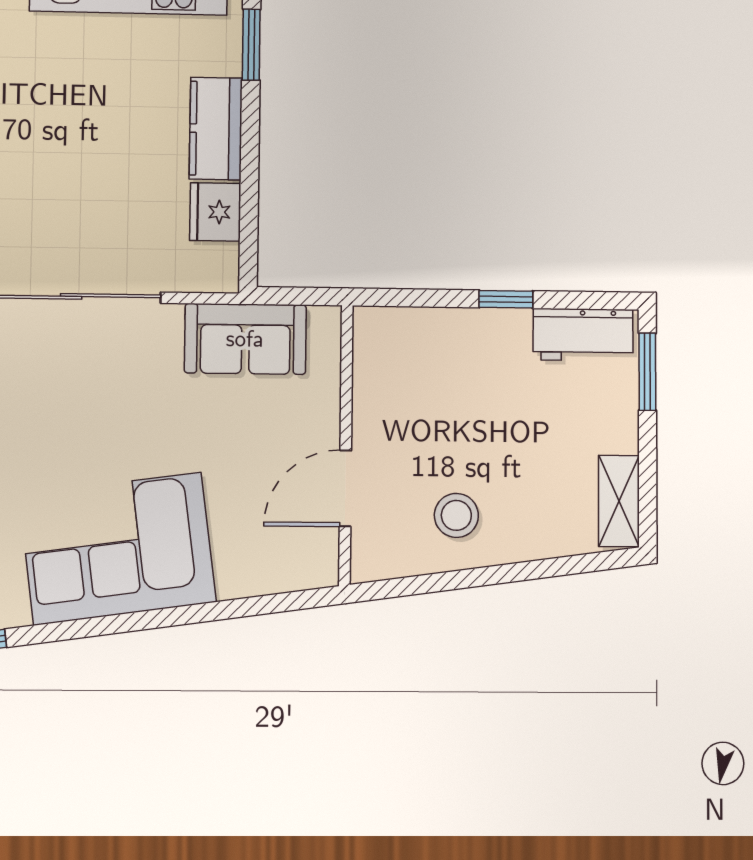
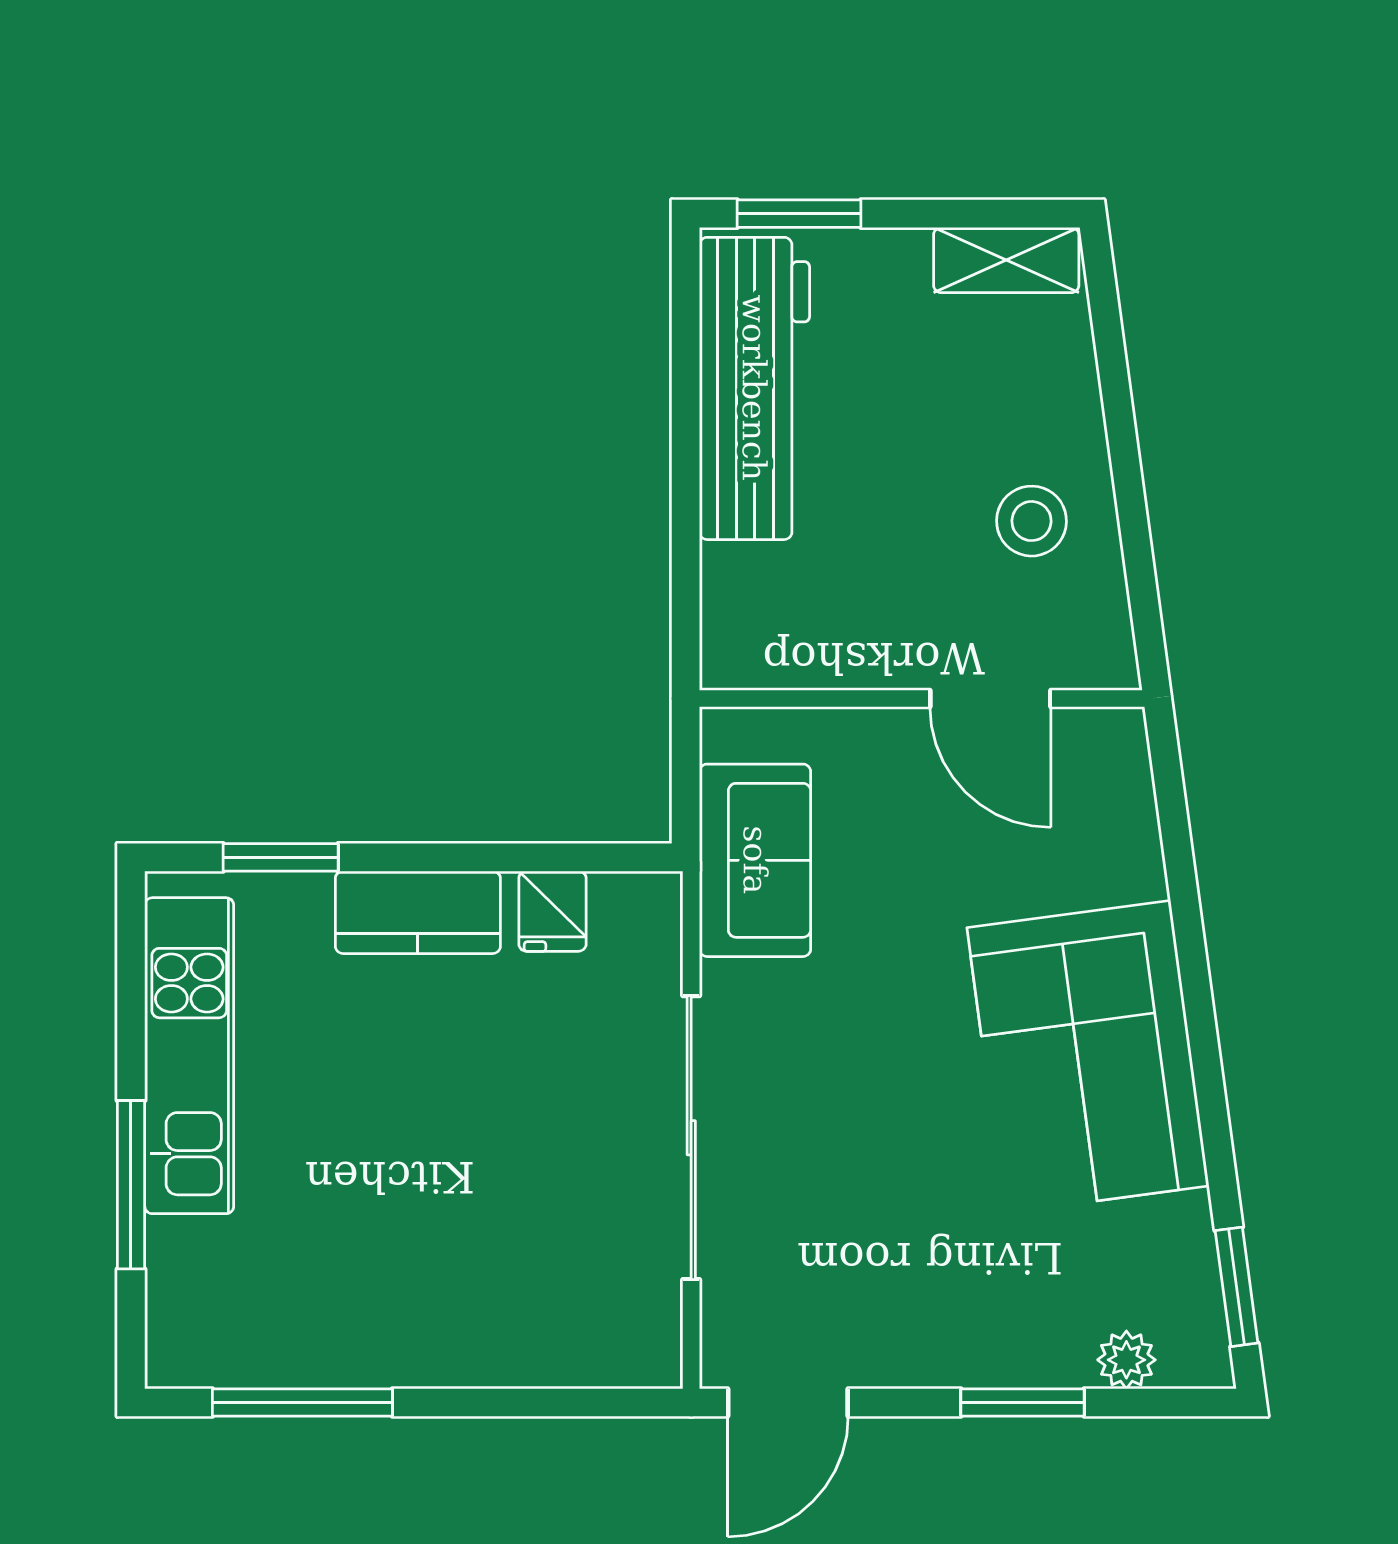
fridge: (215, 212) -> (552, 911), width x0.72
window: (506, 299) -> (686, 443), removed
workbench: (583, 335) -> (754, 388), width x1.88, depth x1.32

